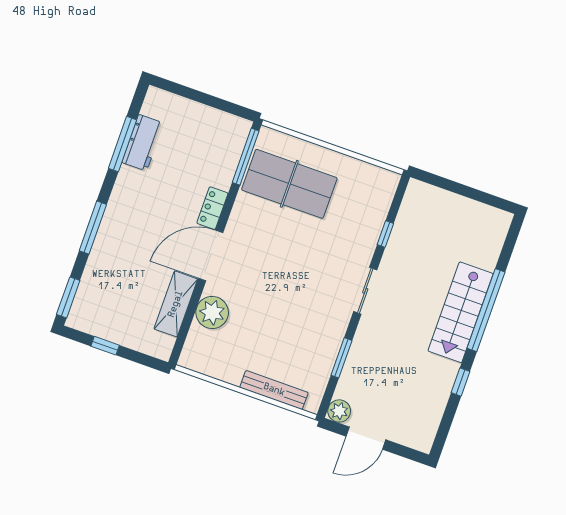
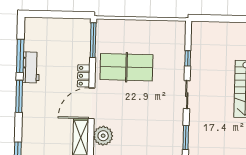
workbench: (143, 143) -> (31, 67), moved
table tennis table: (289, 184) -> (126, 67), moved
window: (93, 228) -> (19, 96), moved

